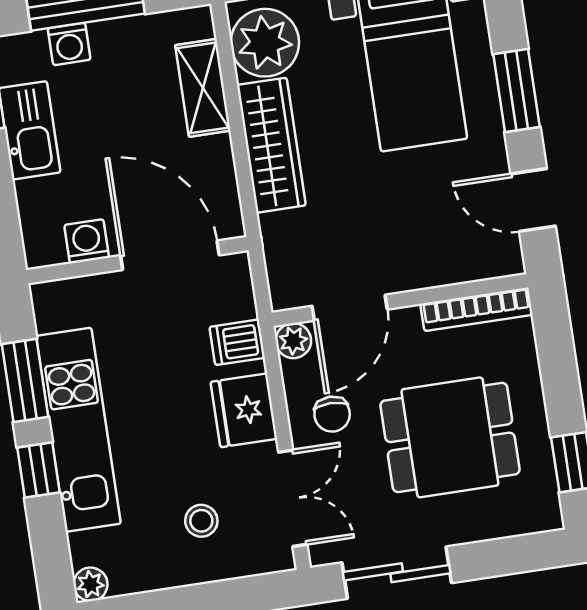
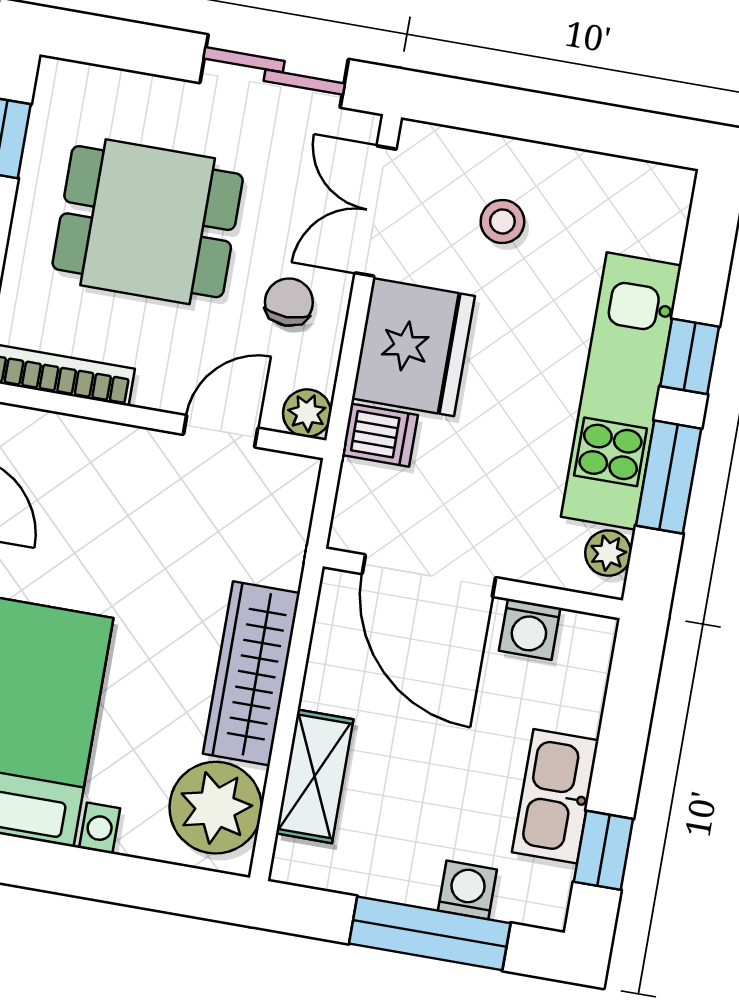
door: (350, 308) -> (221, 431), width x0.73
fridge: (244, 410) -> (413, 347), width x1.36, depth x1.34
plant: (90, 584) -> (608, 553), moved

